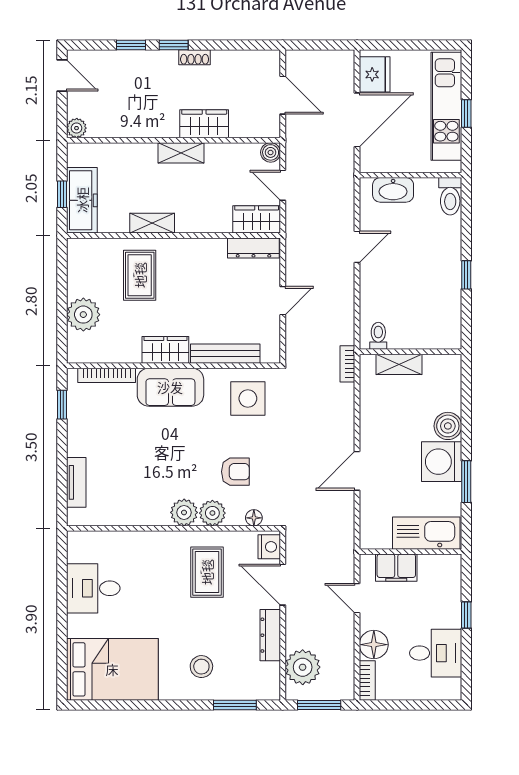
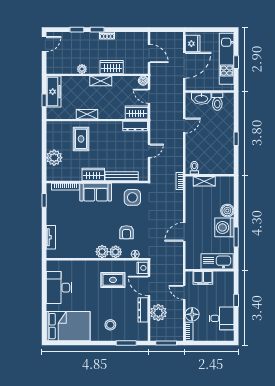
door: (62, 75) -> (44, 44), hinge flipped
plant: (77, 128) -> (82, 69), moved
toilet: (450, 196) -> (217, 101), moved
freezer: (82, 200) -> (54, 92), moved
armchair: (235, 472) -> (126, 232), turned 90
rug: (207, 572) -> (113, 280), turned 90
desk: (93, 588) -> (59, 288), width x1.37
plant: (303, 667) -> (158, 313), moved

